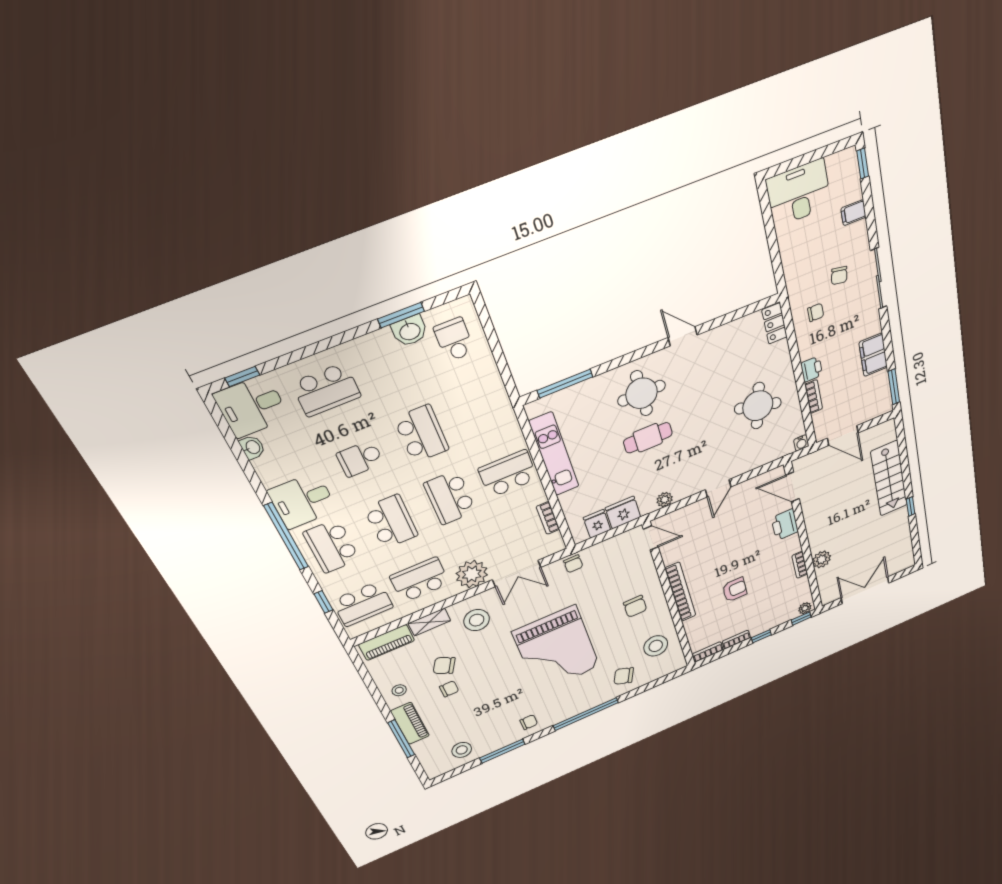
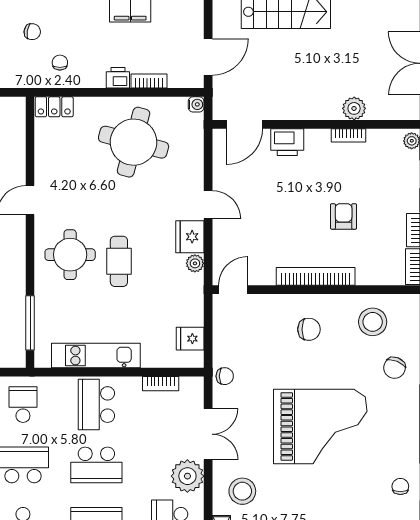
round table: (758, 406) -> (134, 142), width x1.36, depth x1.36
school desk: (482, 410) -> (23, 405), added
fridge: (623, 513) -> (190, 237), moved

